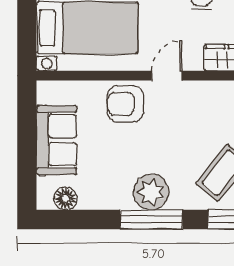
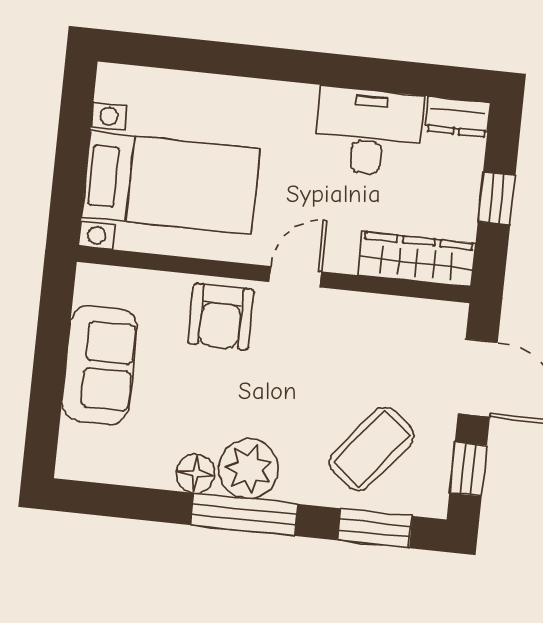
armchair: (125, 104) -> (221, 317), turned -90
floor lamp: (66, 198) -> (195, 474), moved

